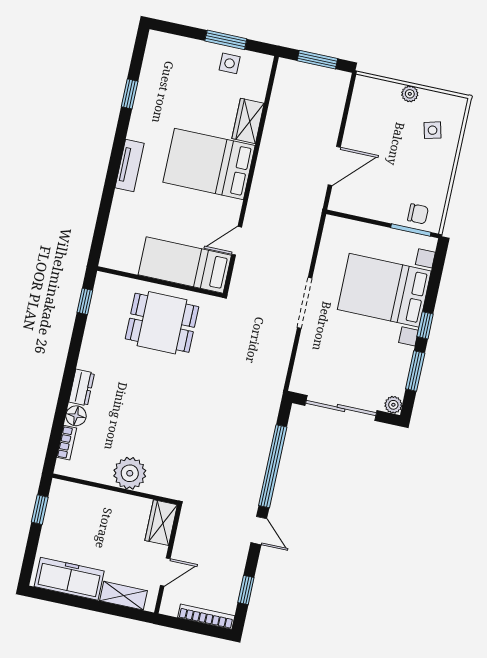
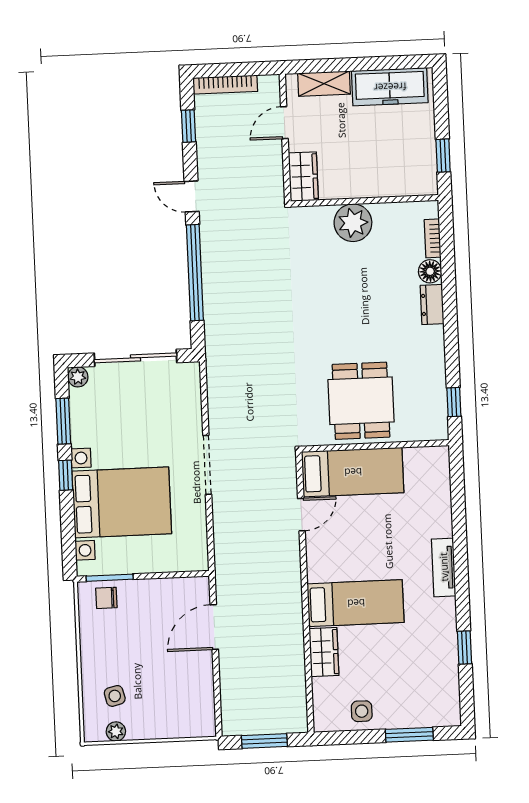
window: (226, 40) -> (409, 735), moved
plant: (410, 94) -> (116, 731), moved
bed: (209, 164) -> (356, 603), width x0.67
dining table: (162, 323) -> (361, 401), turned 90

